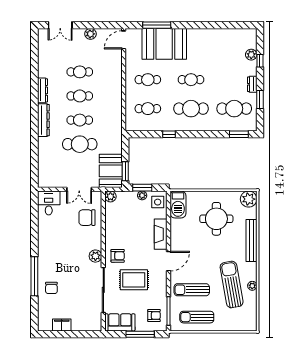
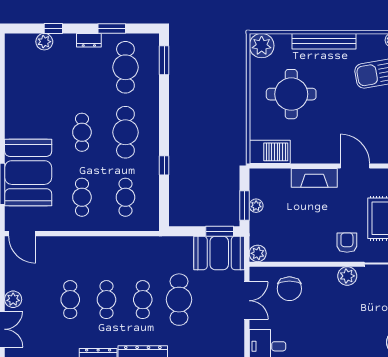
plant: (90, 34) -> (13, 299), moved
side table: (158, 202) -> (266, 182), removed

